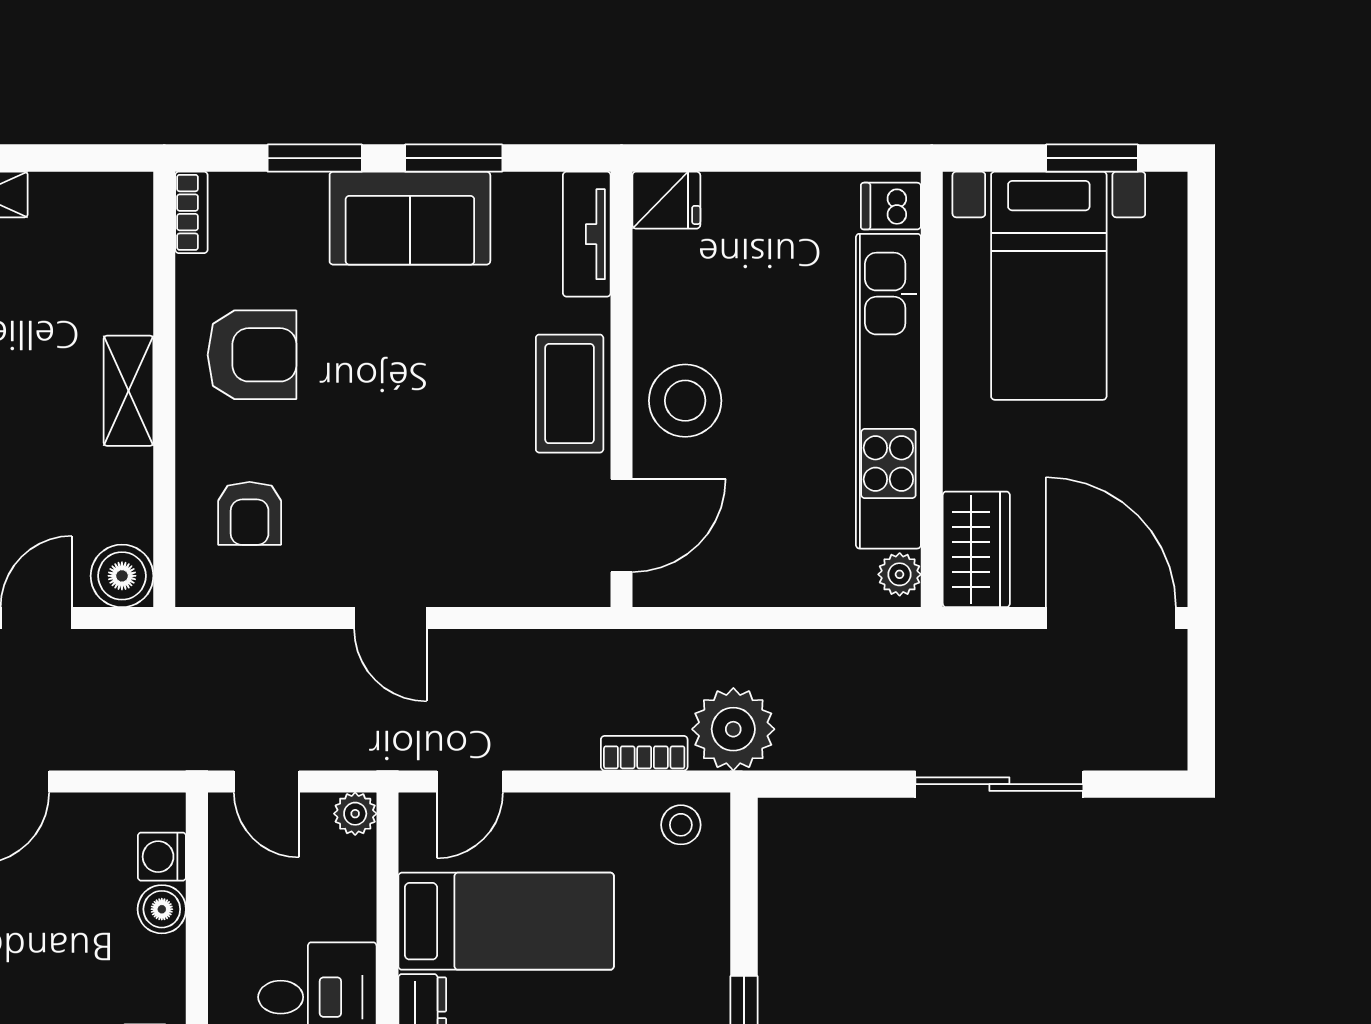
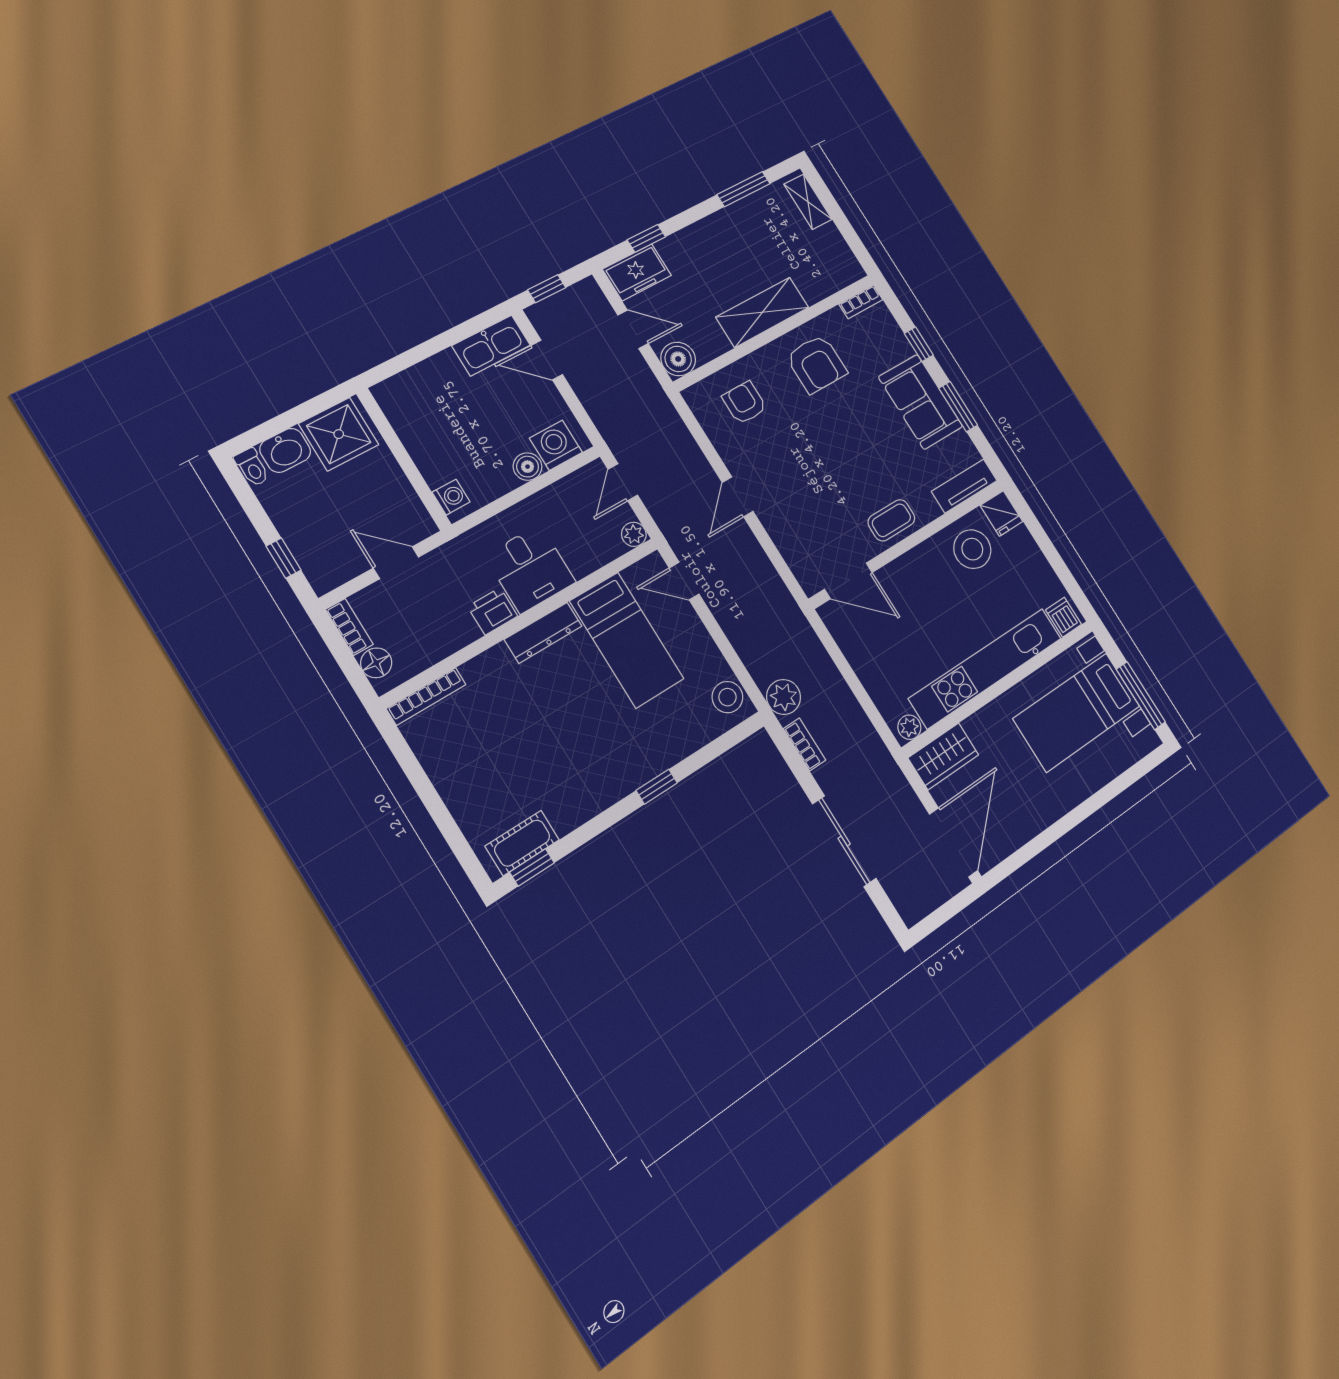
window: (315, 158) -> (919, 344), width x0.67
window: (1092, 158) -> (1141, 696), width x1.44
shelving: (129, 391) -> (762, 312), width x1.50, depth x1.33
coffee table: (570, 394) -> (891, 520), width x0.73, depth x0.77
stool: (685, 401) -> (972, 549), moved
armchair: (250, 513) -> (744, 403), turned 90
plant: (733, 729) -> (784, 697), width x0.73, depth x0.73
bookcase: (644, 753) -> (805, 744), moved
stool: (681, 825) -> (727, 697), width x1.37, depth x1.37
washing machine: (162, 857) -> (556, 445), width x1.38, depth x1.38

